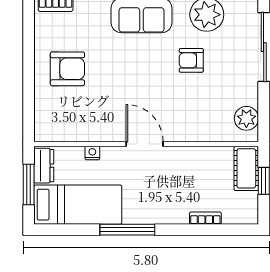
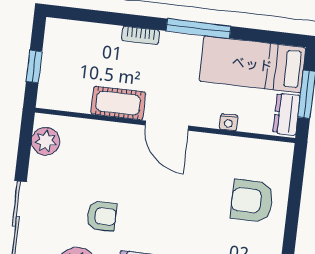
armchair: (67, 69) -> (252, 201), moved
cot: (246, 168) -> (118, 103), moved, turned 90
bookcase: (205, 218) -> (141, 35), moved

